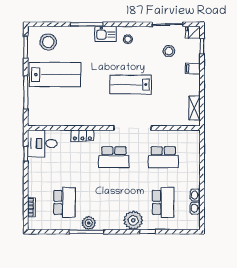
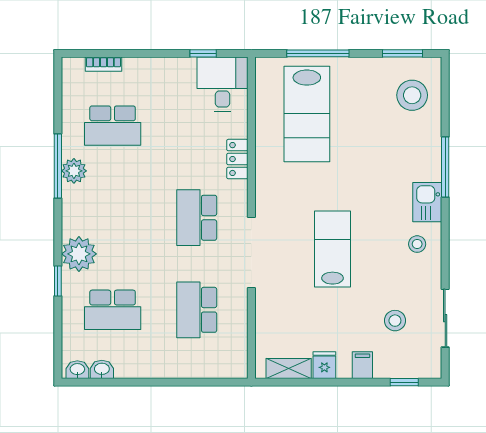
fridge: (193, 32) -> (324, 365), moved
lab bench: (55, 75) -> (307, 114), moved
washbasin: (195, 195) -> (77, 370), moved

